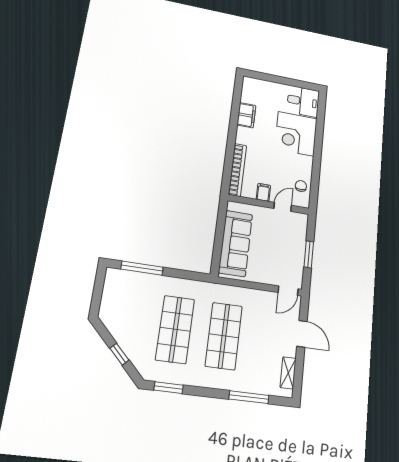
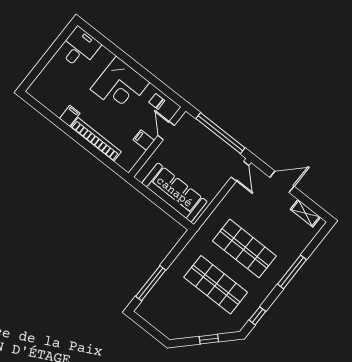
filing cabinet: (246, 115) -> (70, 116), width x0.50
corner desk: (296, 134) -> (120, 86), moved
bookcase: (237, 170) -> (96, 139), moved
window: (309, 254) -> (220, 133), width x2.11
window: (169, 388) -> (257, 316), width x0.67
window: (249, 397) -> (292, 272), moved

